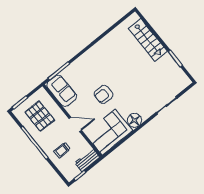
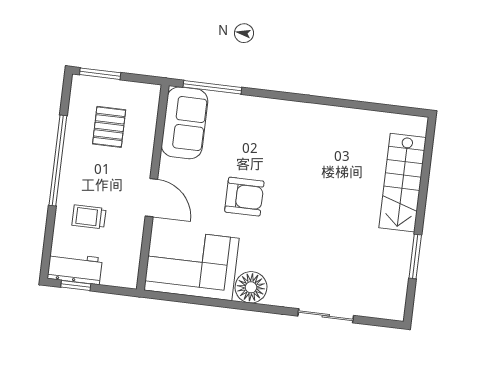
armchair: (104, 94) -> (244, 197), turned 180
pallet: (40, 116) -> (109, 127), width x0.67, depth x0.71
workbench: (87, 160) -> (75, 268), moved

